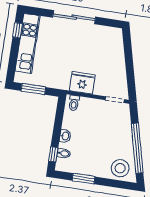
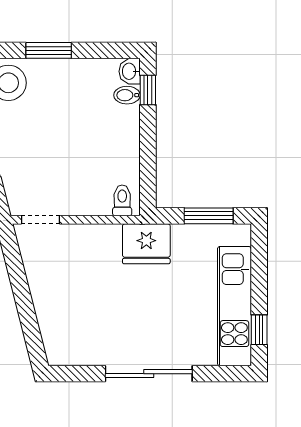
fridge: (82, 83) -> (146, 244), moved
washbasin: (65, 136) -> (130, 71), moved
window: (84, 179) -> (49, 50), moved

